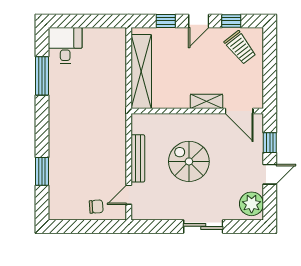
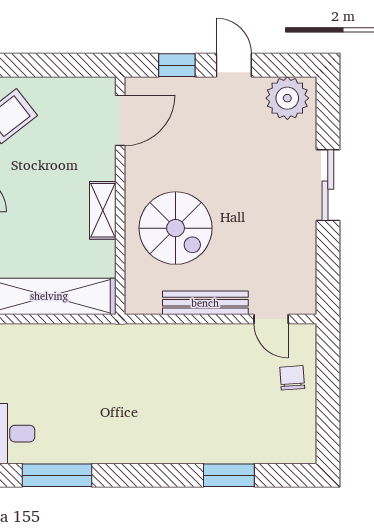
shelving: (207, 101) -> (103, 210), moved
spiral stairs: (189, 161) -> (176, 228), moved, turned -90

